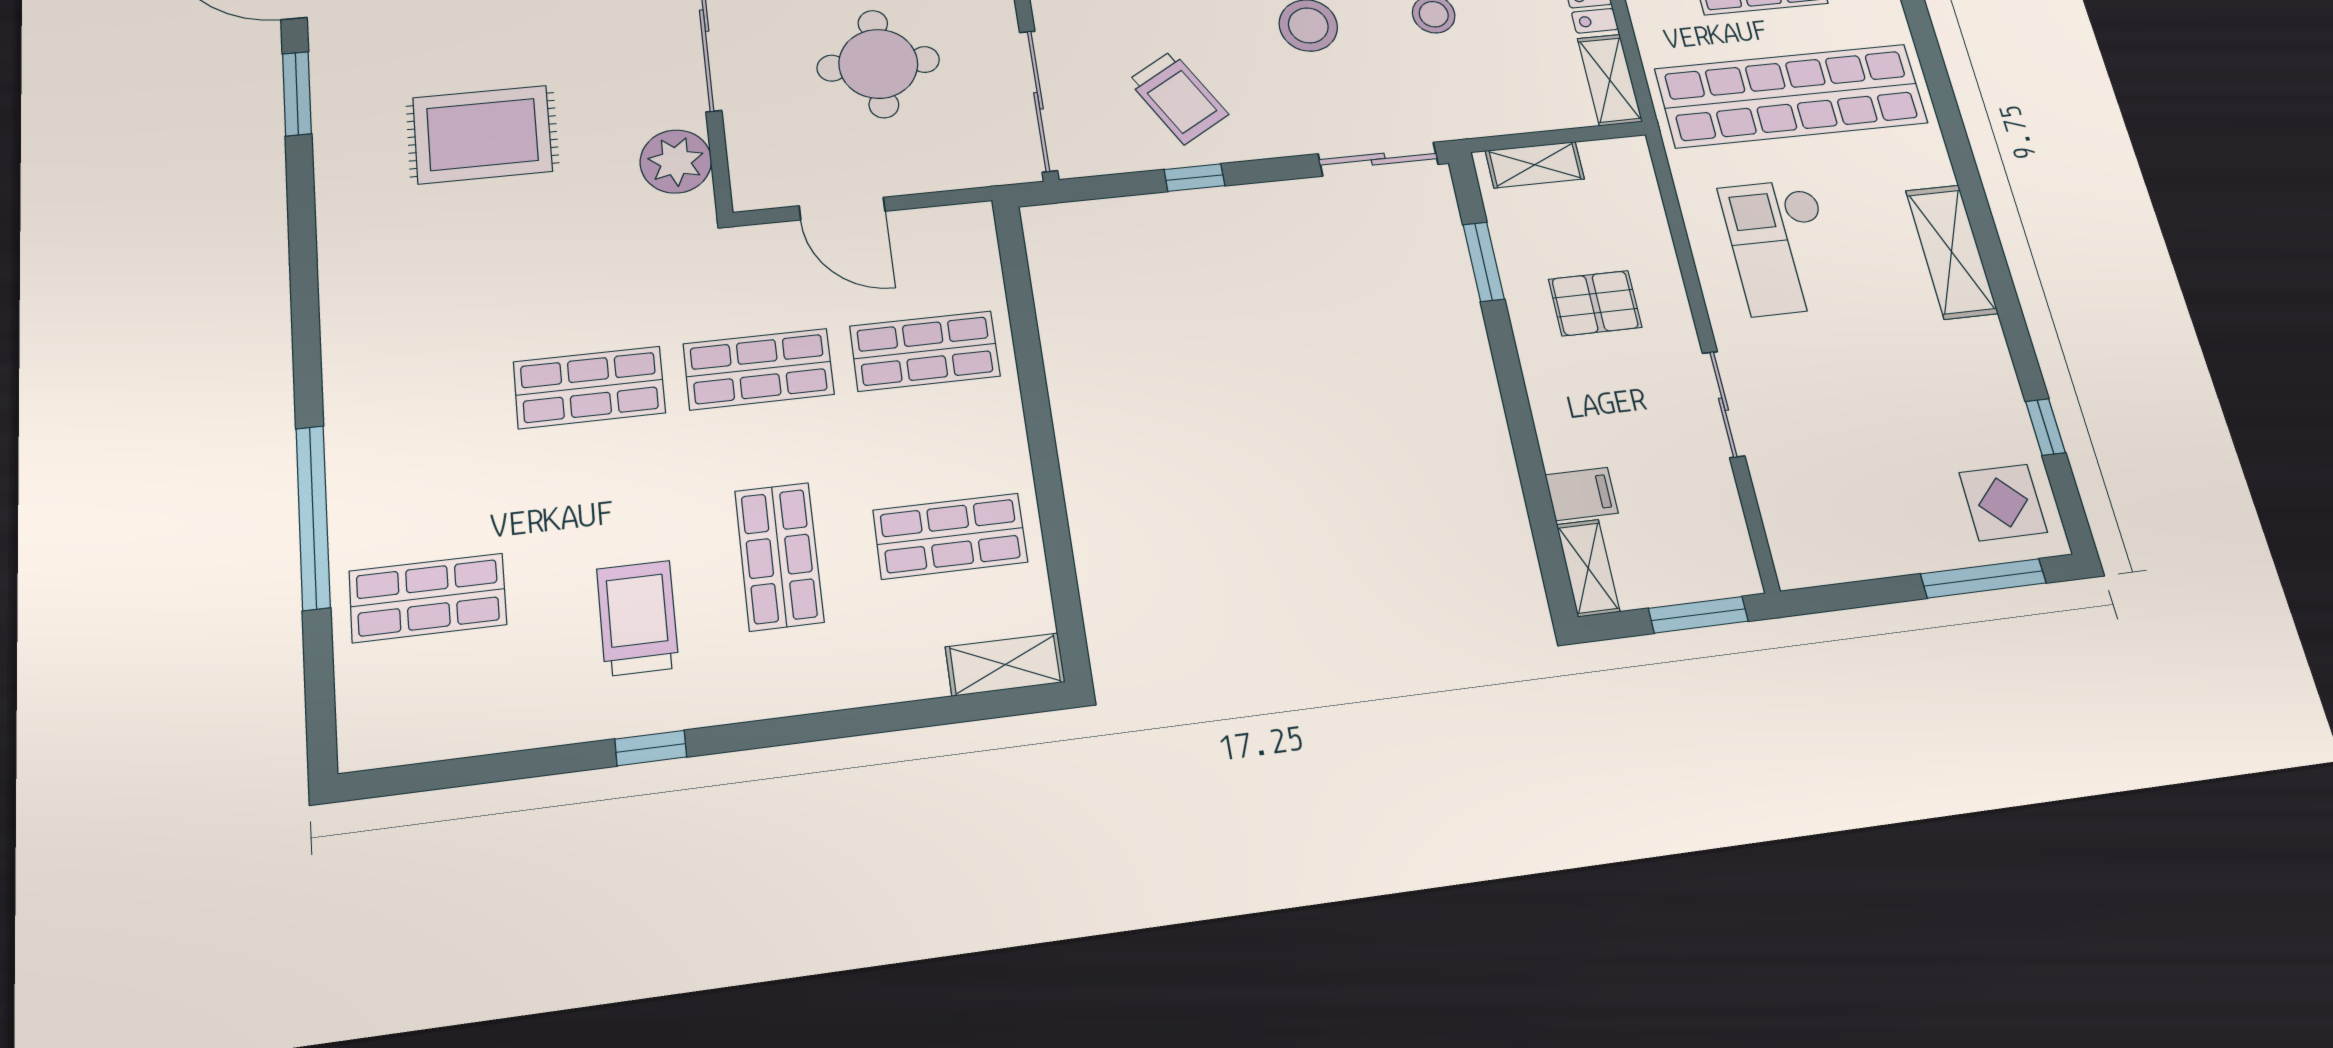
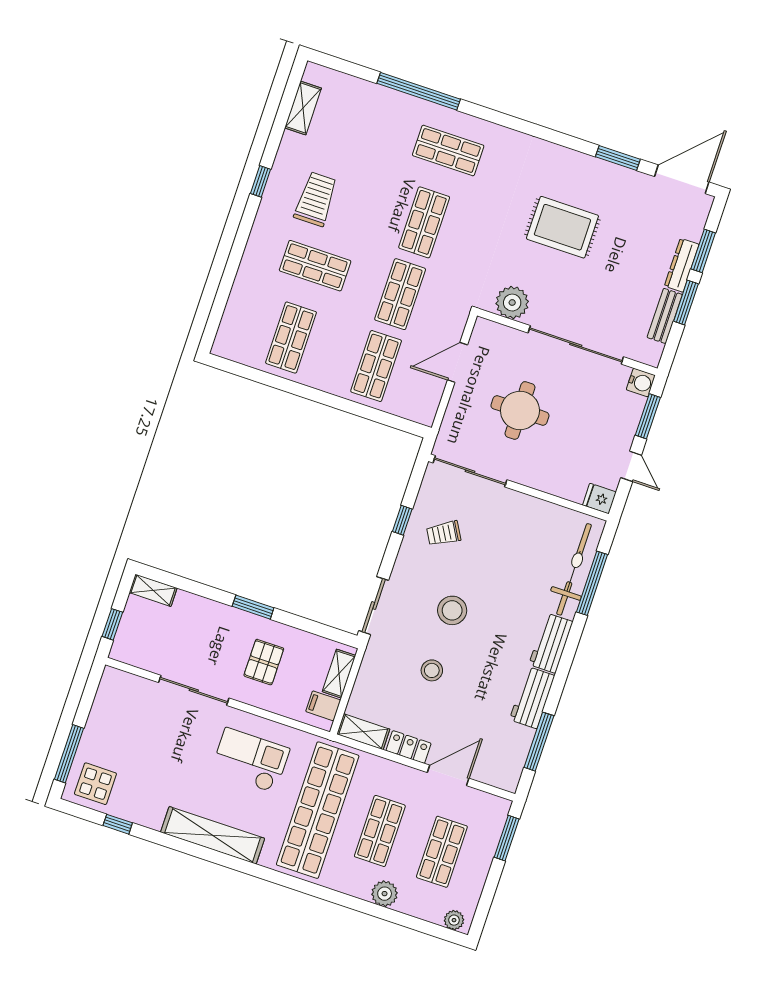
trolley: (1178, 97) -> (444, 533), width x0.73, depth x0.72
rug: (483, 134) -> (562, 227), turned 90
shelving: (1952, 252) -> (213, 835), width x1.47
window: (1484, 262) -> (253, 607), moved
sliding door: (1723, 404) -> (194, 690), width x1.37
filing cabinet: (1582, 494) -> (323, 706), moved, turned 90
shop shelf: (428, 598) -> (448, 150), moved, turned 90
window: (1698, 615) -> (112, 624), width x0.67
trolley: (638, 618) -> (316, 199), turned -90
shelving: (1005, 665) -> (303, 108), moved

